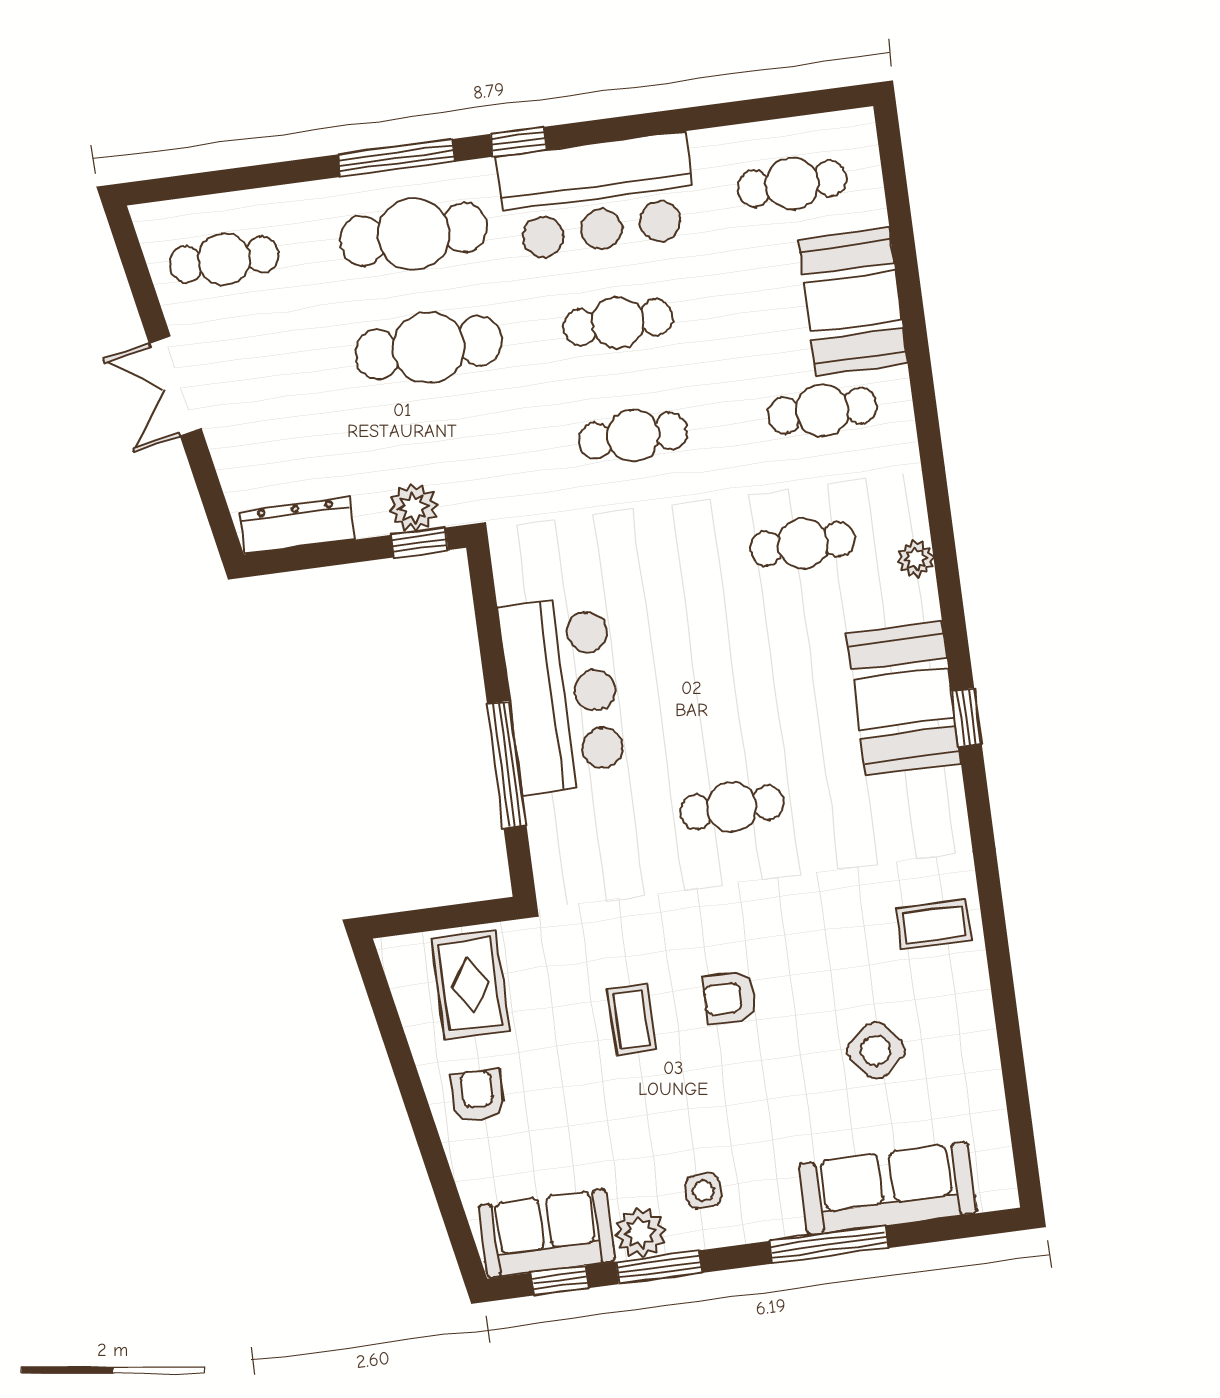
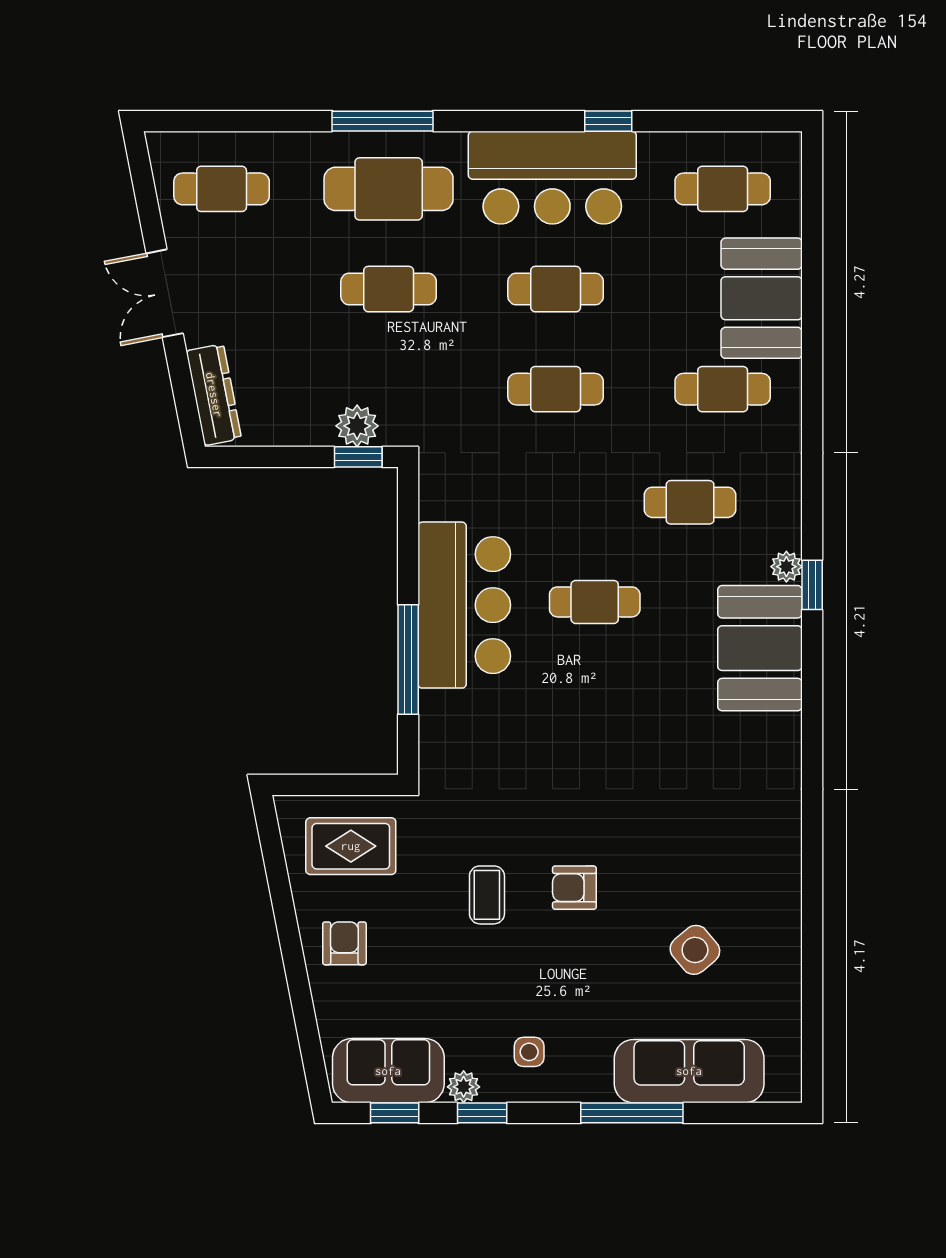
window: (519, 142) -> (608, 121), moved
cafe table: (429, 348) -> (389, 289), width x0.73, depth x0.74
dresser: (297, 525) -> (214, 395), moved, turned 79
plant: (916, 559) -> (786, 567), moved
window: (966, 718) -> (812, 585), moved
cafe table: (732, 807) -> (595, 602), moved
coffee table: (934, 924) -> (760, 848), removed
rug: (470, 985) -> (351, 846), turned 90
plant: (640, 1233) -> (464, 1087), width x0.73, depth x0.73
window: (659, 1267) -> (482, 1113), width x0.67

